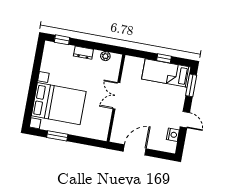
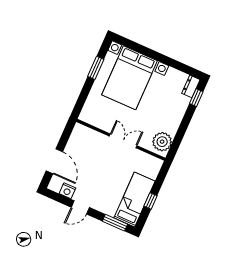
dresser: (83, 53) -> (191, 86), moved
plant: (105, 56) -> (162, 142), width x1.88, depth x1.88
door: (135, 150) -> (54, 161), moved

